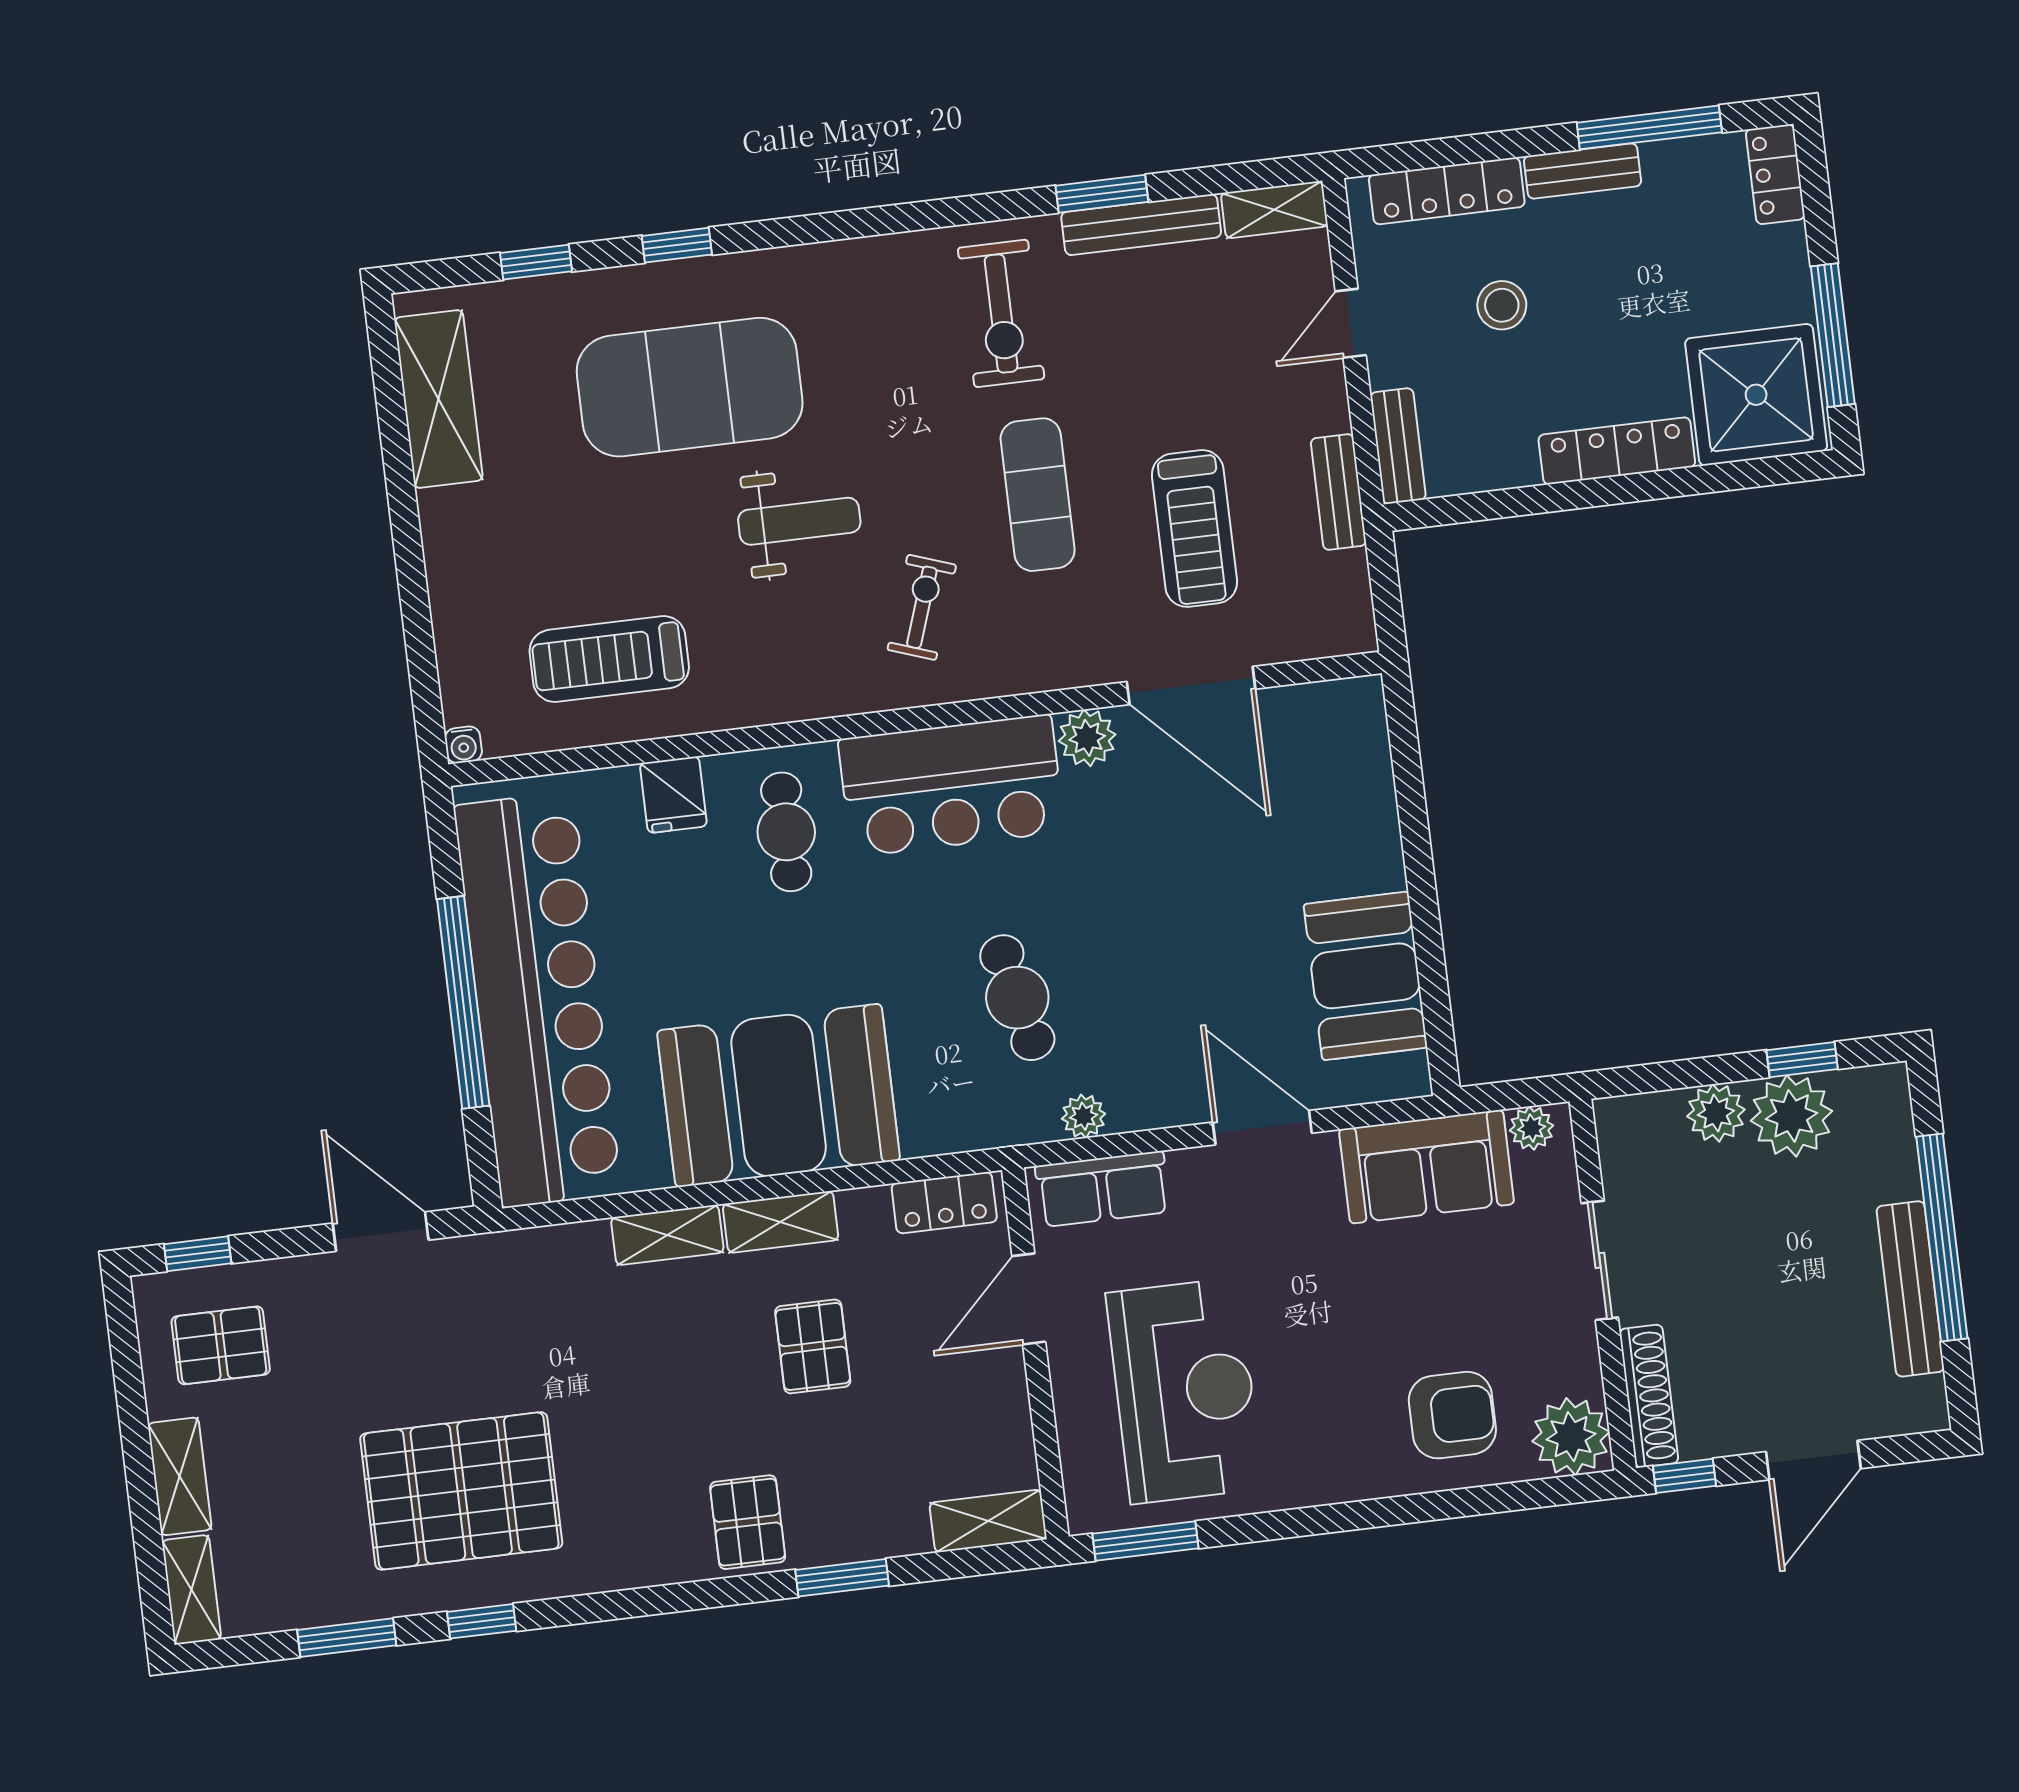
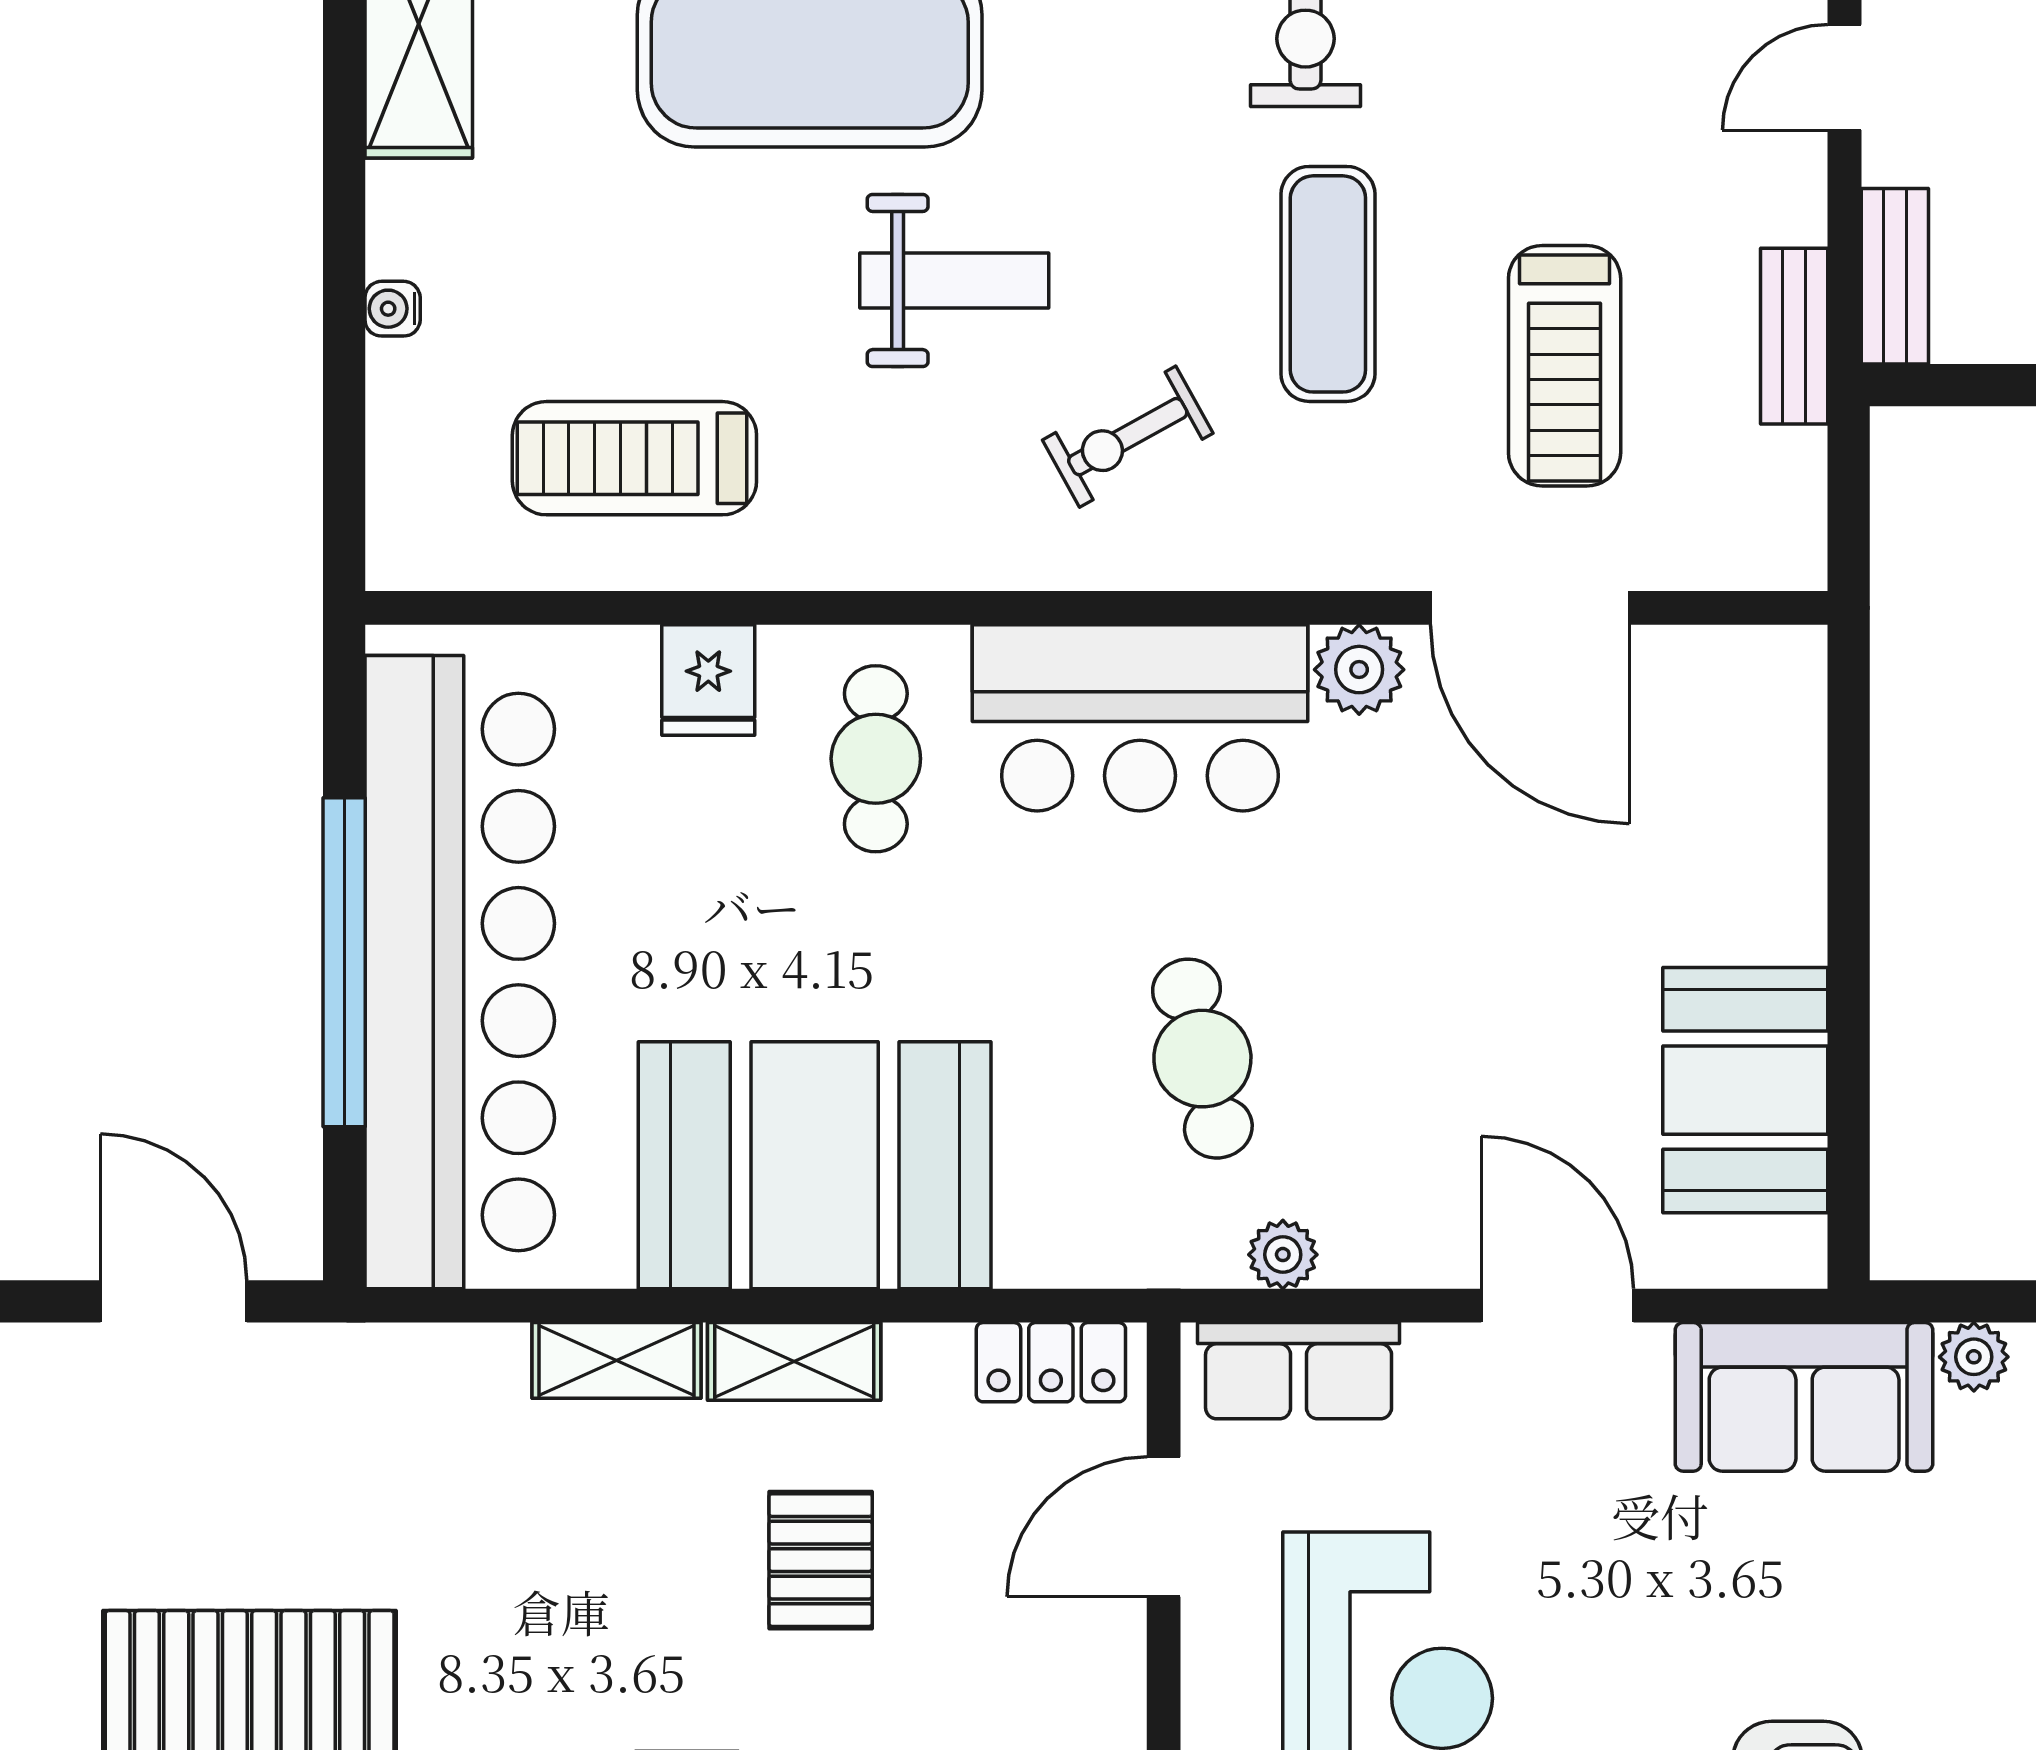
exercise bike: (922, 607) -> (1128, 437), turned -138
water cooler: (463, 745) -> (393, 309), moved, turned 90

